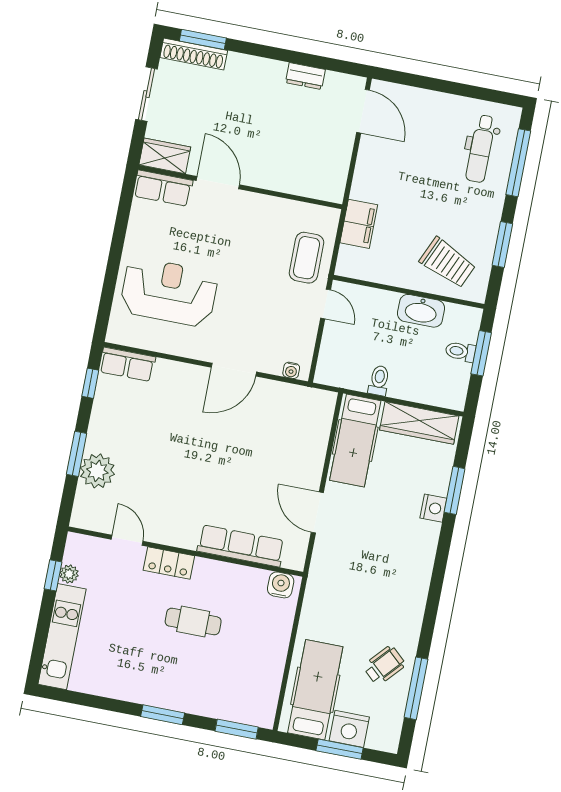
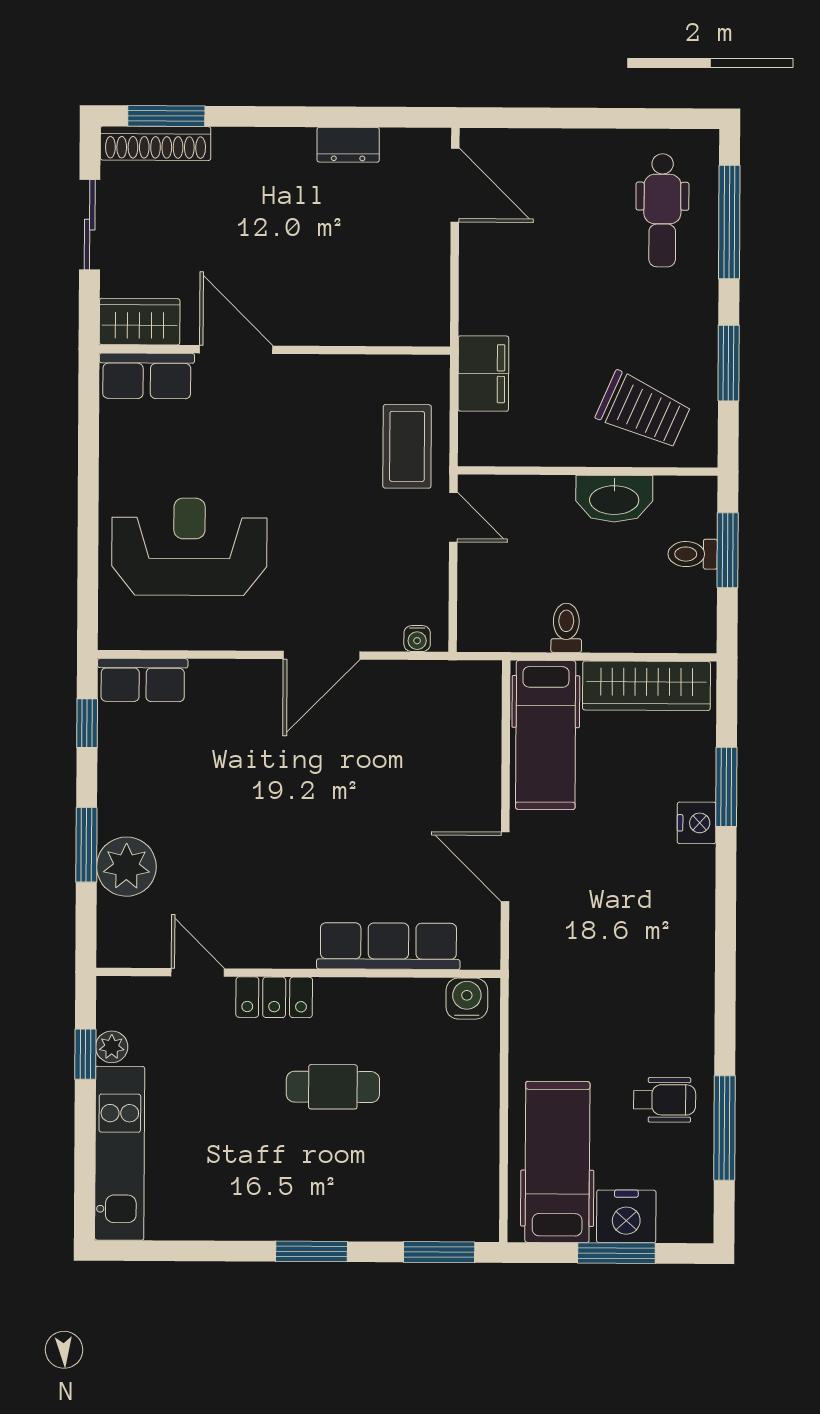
wheelchair: (384, 665) -> (664, 1100), turned 48

